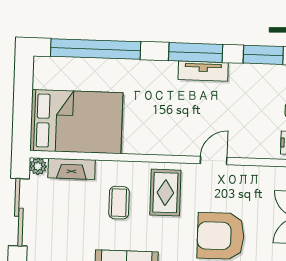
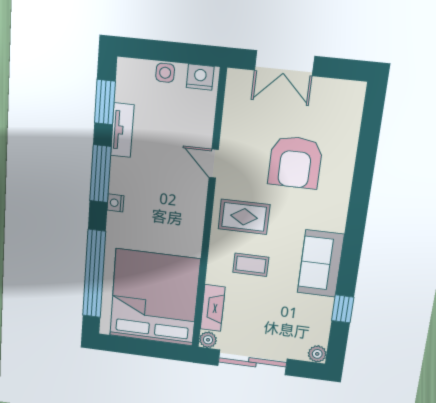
nightstand: (169, 68) -> (115, 203), added
tv unit: (203, 71) -> (122, 130), moved
bed: (76, 122) -> (155, 298), width x1.36

